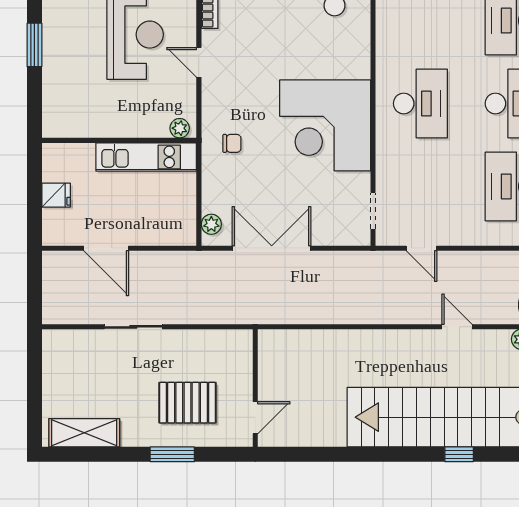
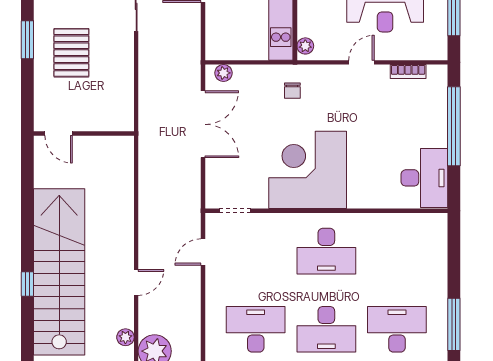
wall: (255, 388) -> (84, 133), moved
door: (255, 418) -> (59, 133), moved

